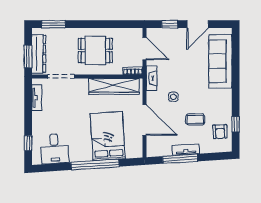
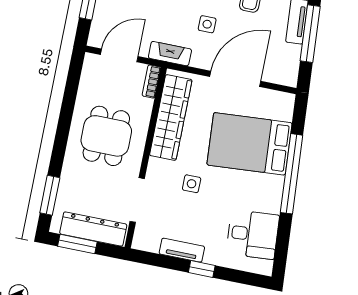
window: (28, 56) -> (77, 244), moved
tv unit: (37, 98) -> (182, 250), moved
side table: (77, 107) -> (192, 184), added
window: (28, 143) -> (202, 269), moved

